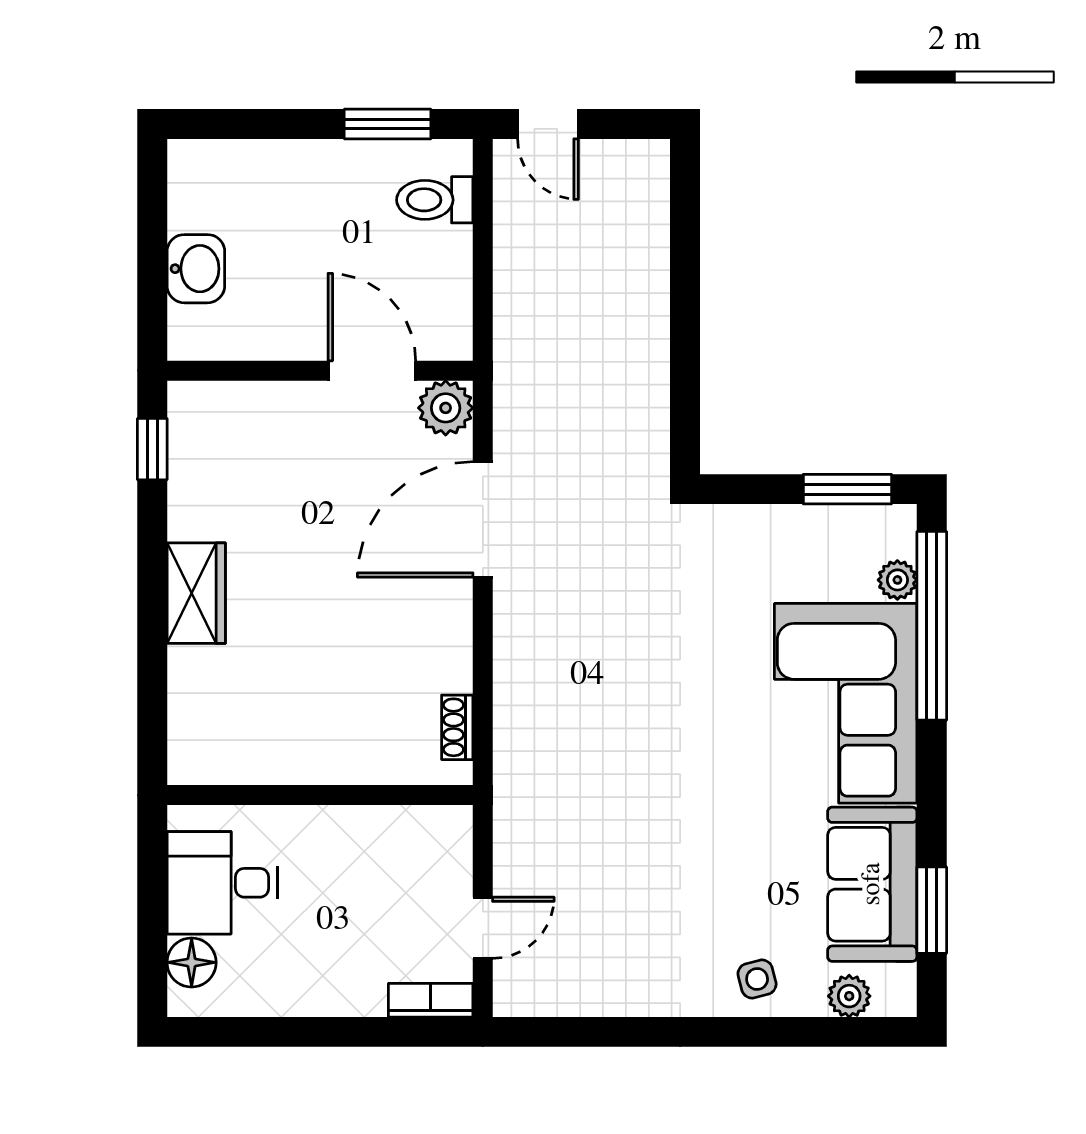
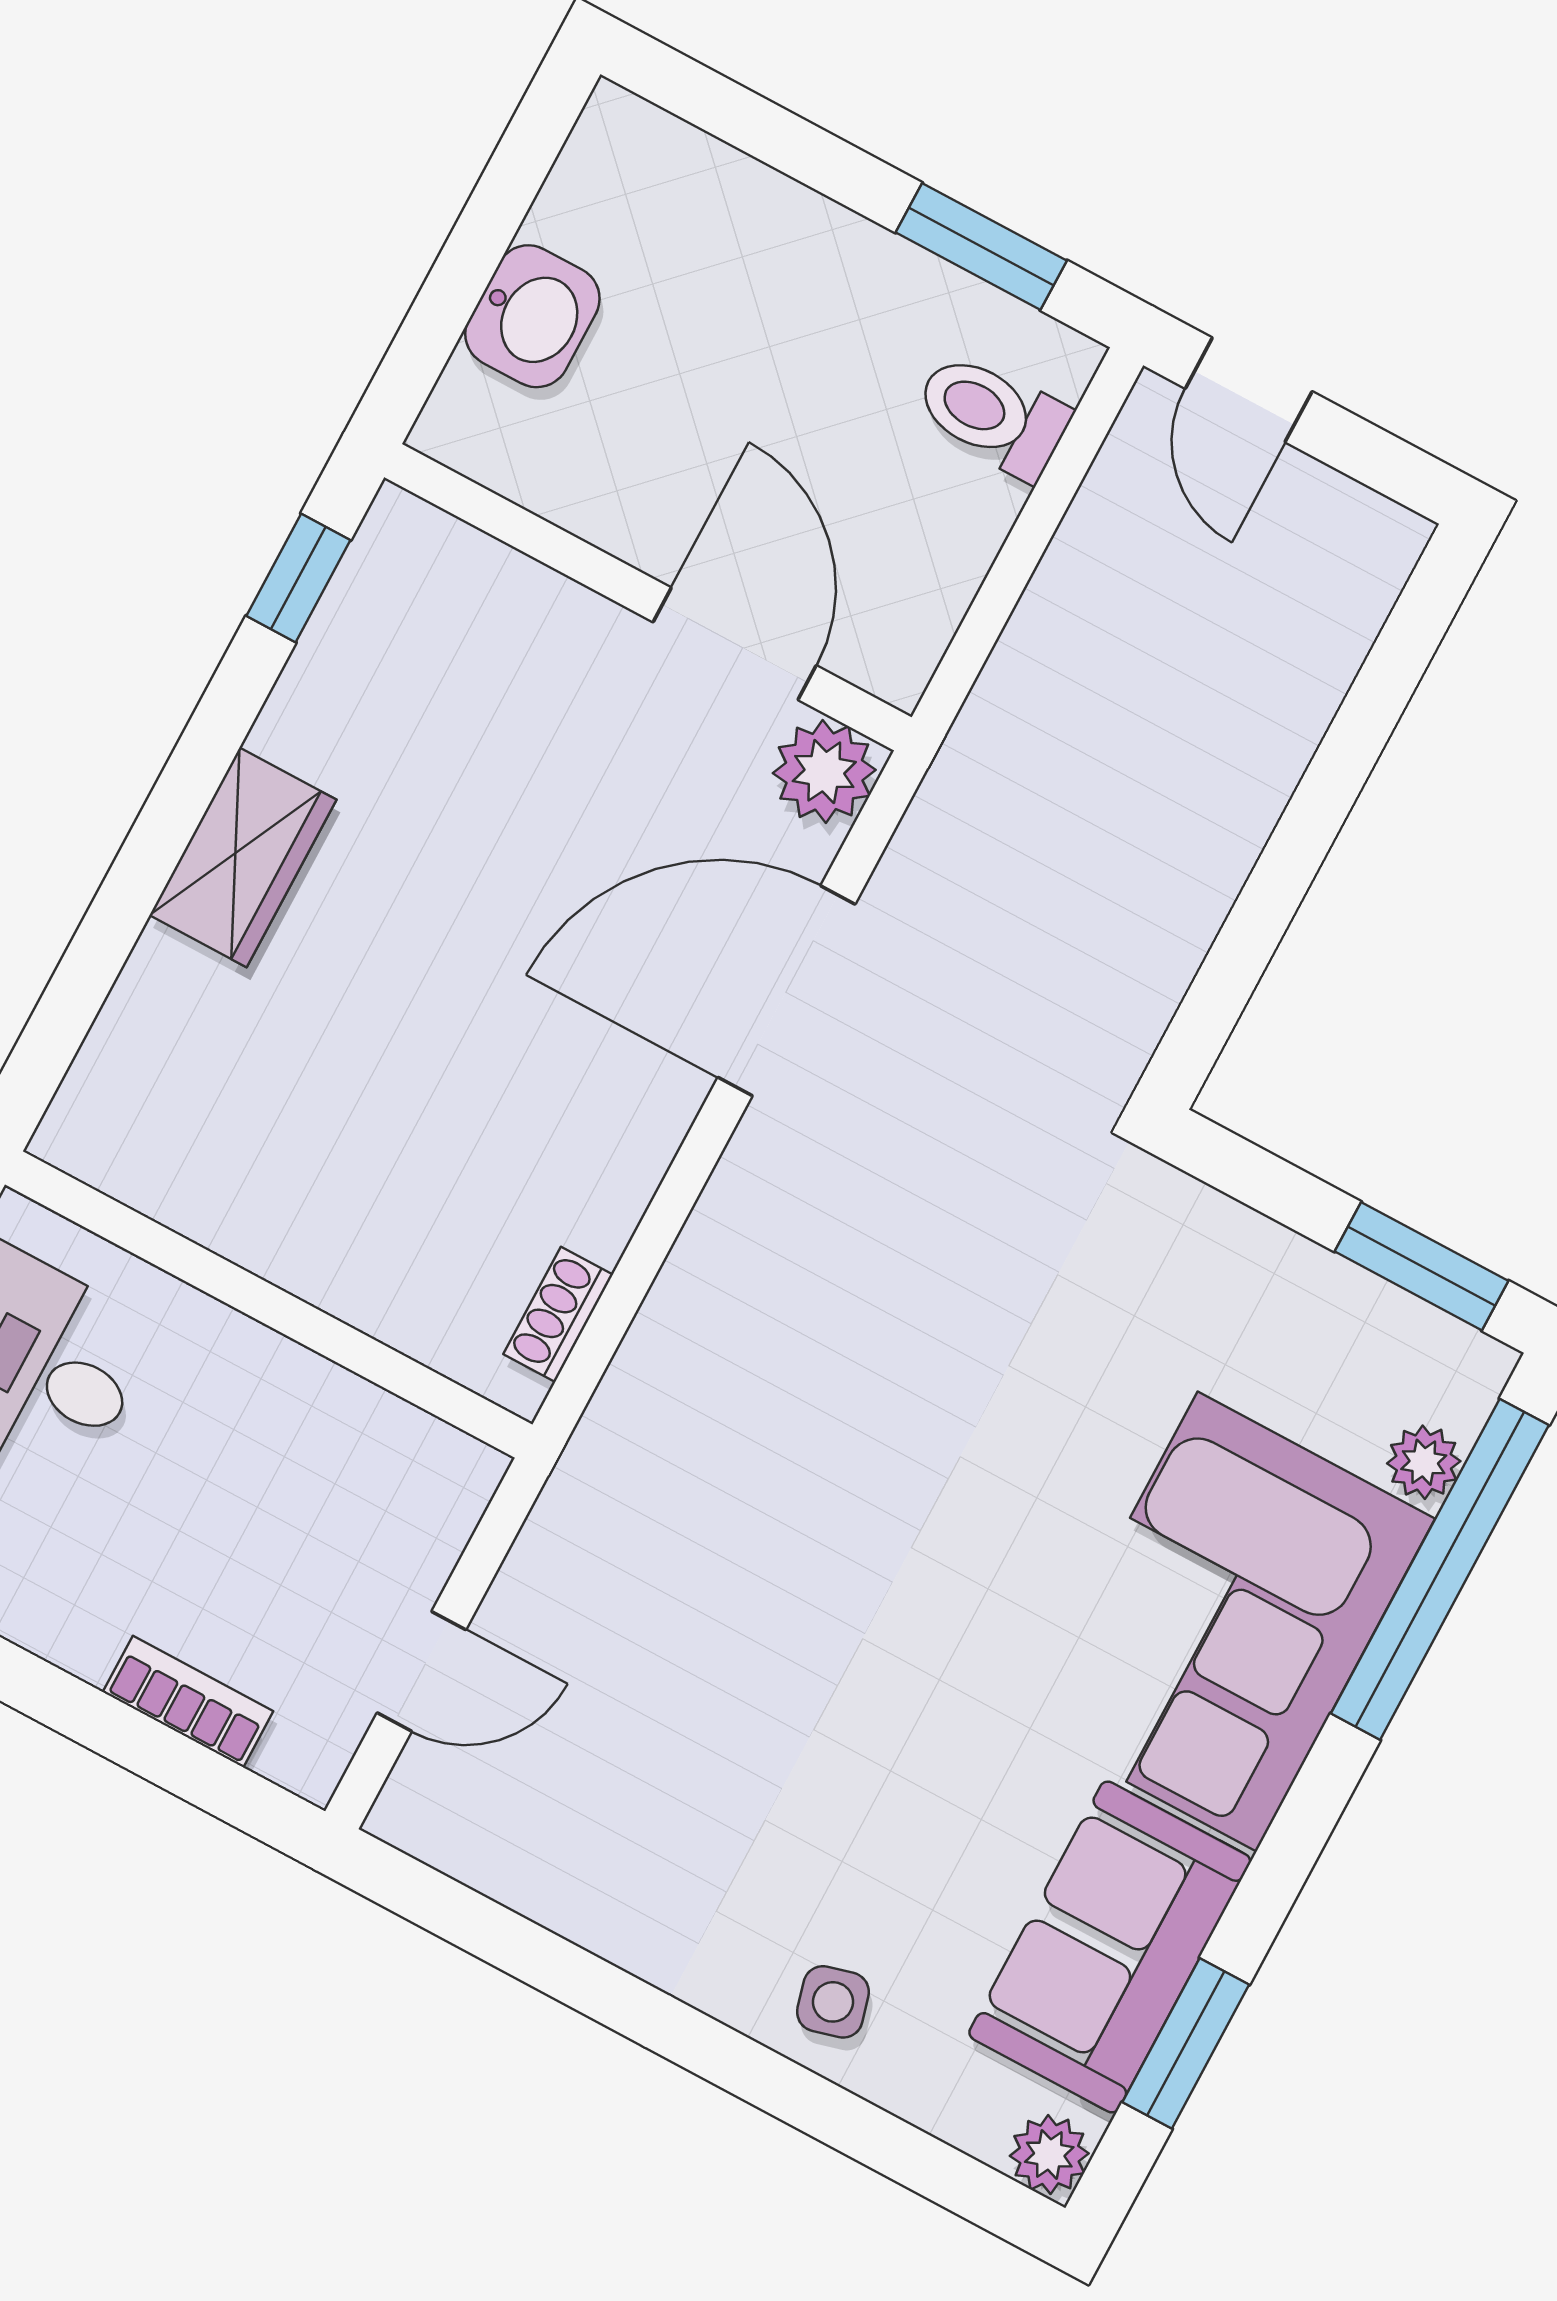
plant: (849, 996) -> (1049, 2155), moved
bookcase: (431, 1000) -> (188, 1702), moved

